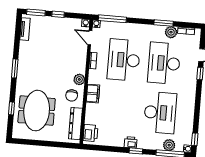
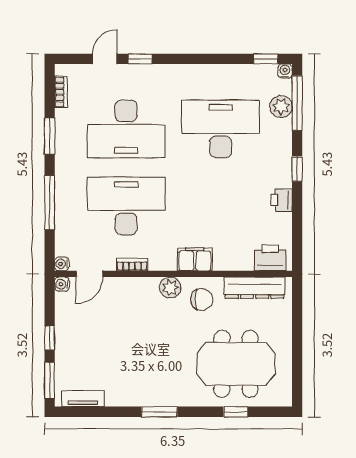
window: (112, 19) -> (50, 203), moved
plant: (171, 32) -> (66, 121), removed
desk: (124, 60) -> (126, 206), turned 180
printer: (131, 142) -> (282, 200), moved

